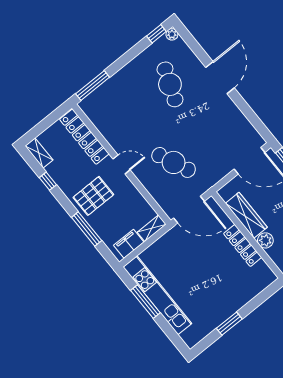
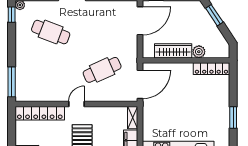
locker: (243, 245) -> (211, 69), moved

